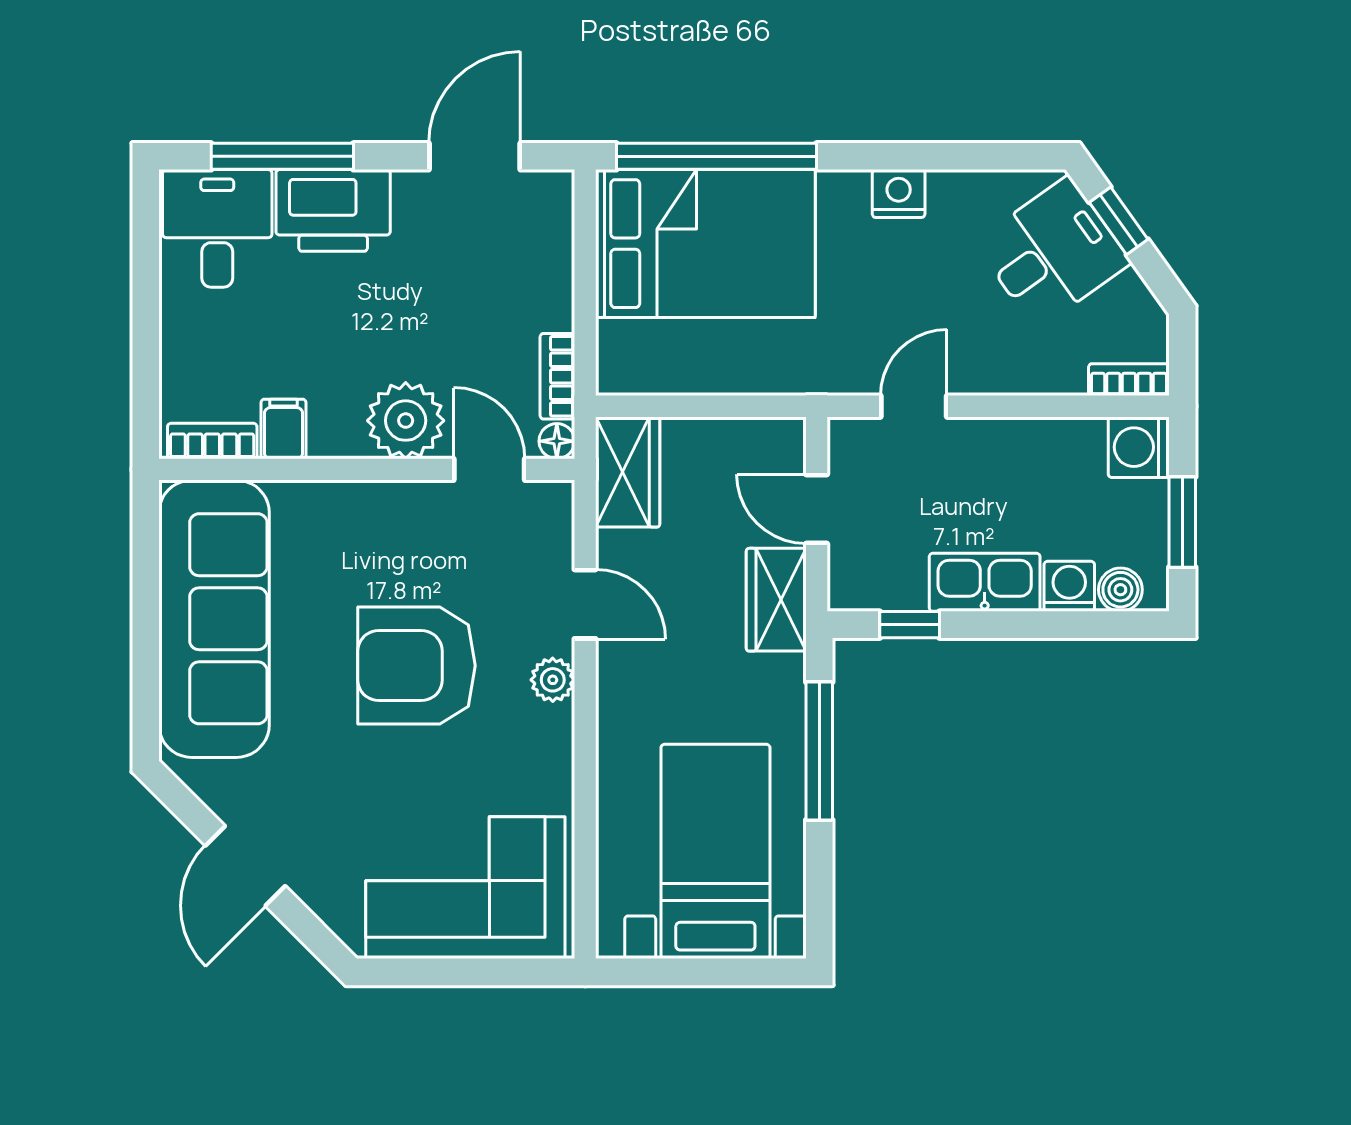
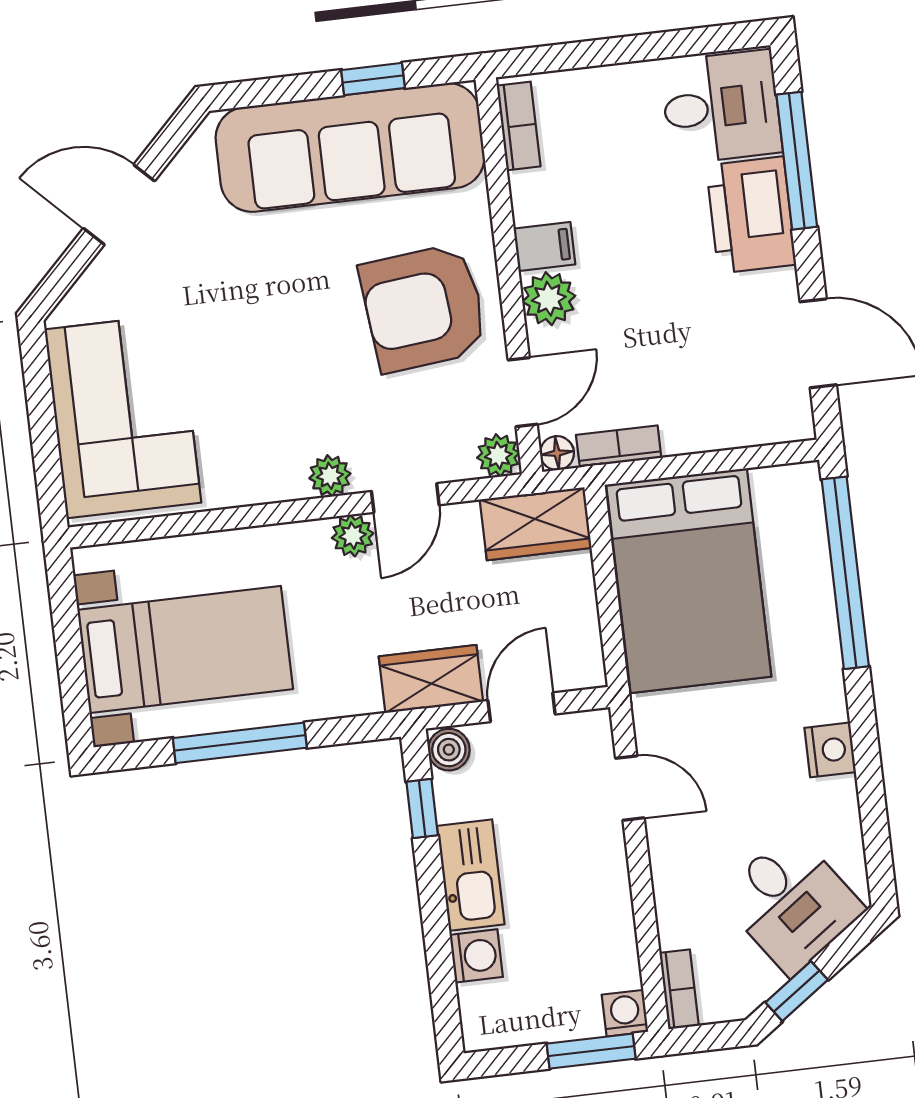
window: (1119, 221) -> (797, 991), moved
bed: (705, 244) -> (689, 581), moved
plant: (406, 421) -> (549, 299), width x0.73, depth x0.73
filing cabinet: (284, 429) -> (544, 247), moved
washing machine: (1139, 447) -> (625, 1013), width x0.73, depth x0.73
plant: (552, 502) -> (498, 455), added
window: (1182, 522) -> (591, 1051), moved
window: (146, 587) -> (373, 79), added
boiler: (1120, 590) -> (449, 750), moved
plant: (618, 663) -> (353, 536), added
armchair: (416, 666) -> (424, 308), moved, turned -96
window: (819, 751) -> (240, 743), moved

